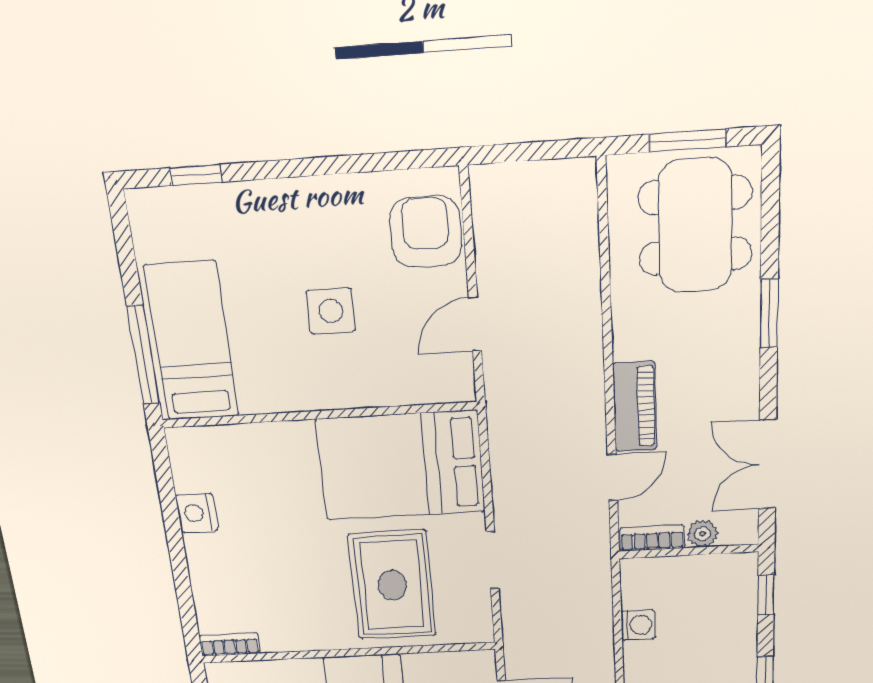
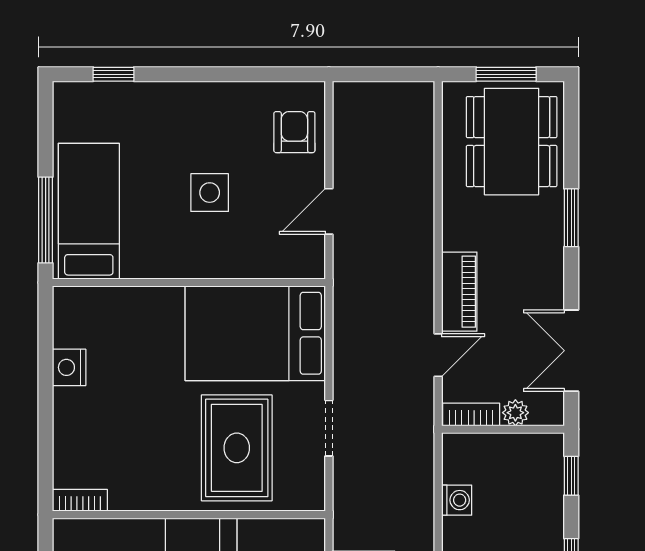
armchair: (426, 232) -> (294, 132), width x0.72, depth x0.72

